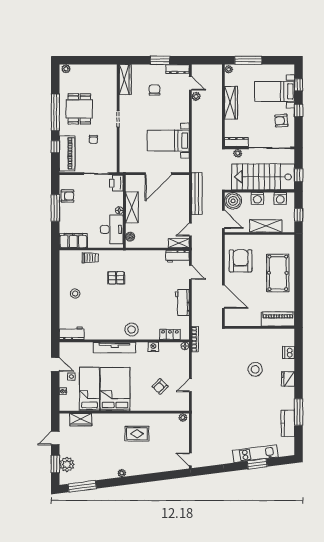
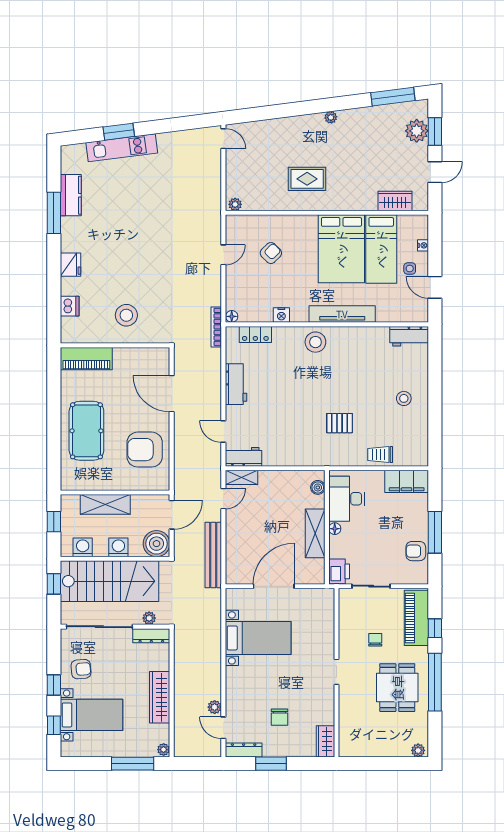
wardrobe: (125, 80) -> (325, 741), width x0.67
door: (223, 219) -> (172, 515), swing flipped
armchair: (241, 261) -> (145, 450), turned 90
stool: (255, 369) -> (126, 315), moved

